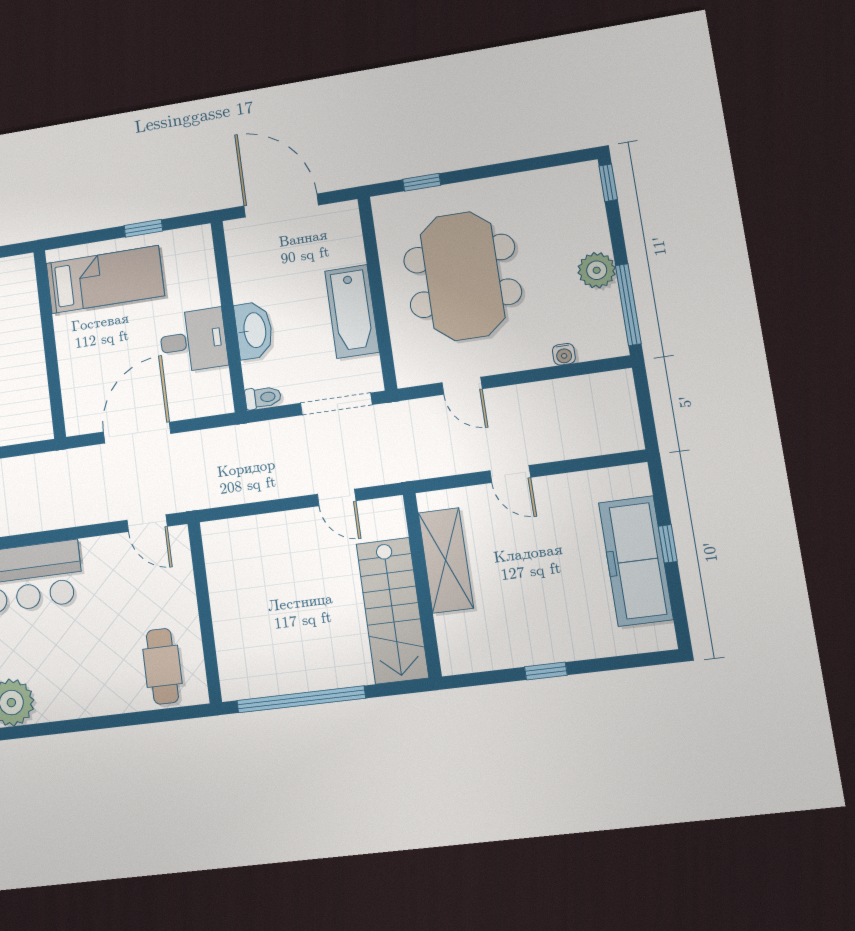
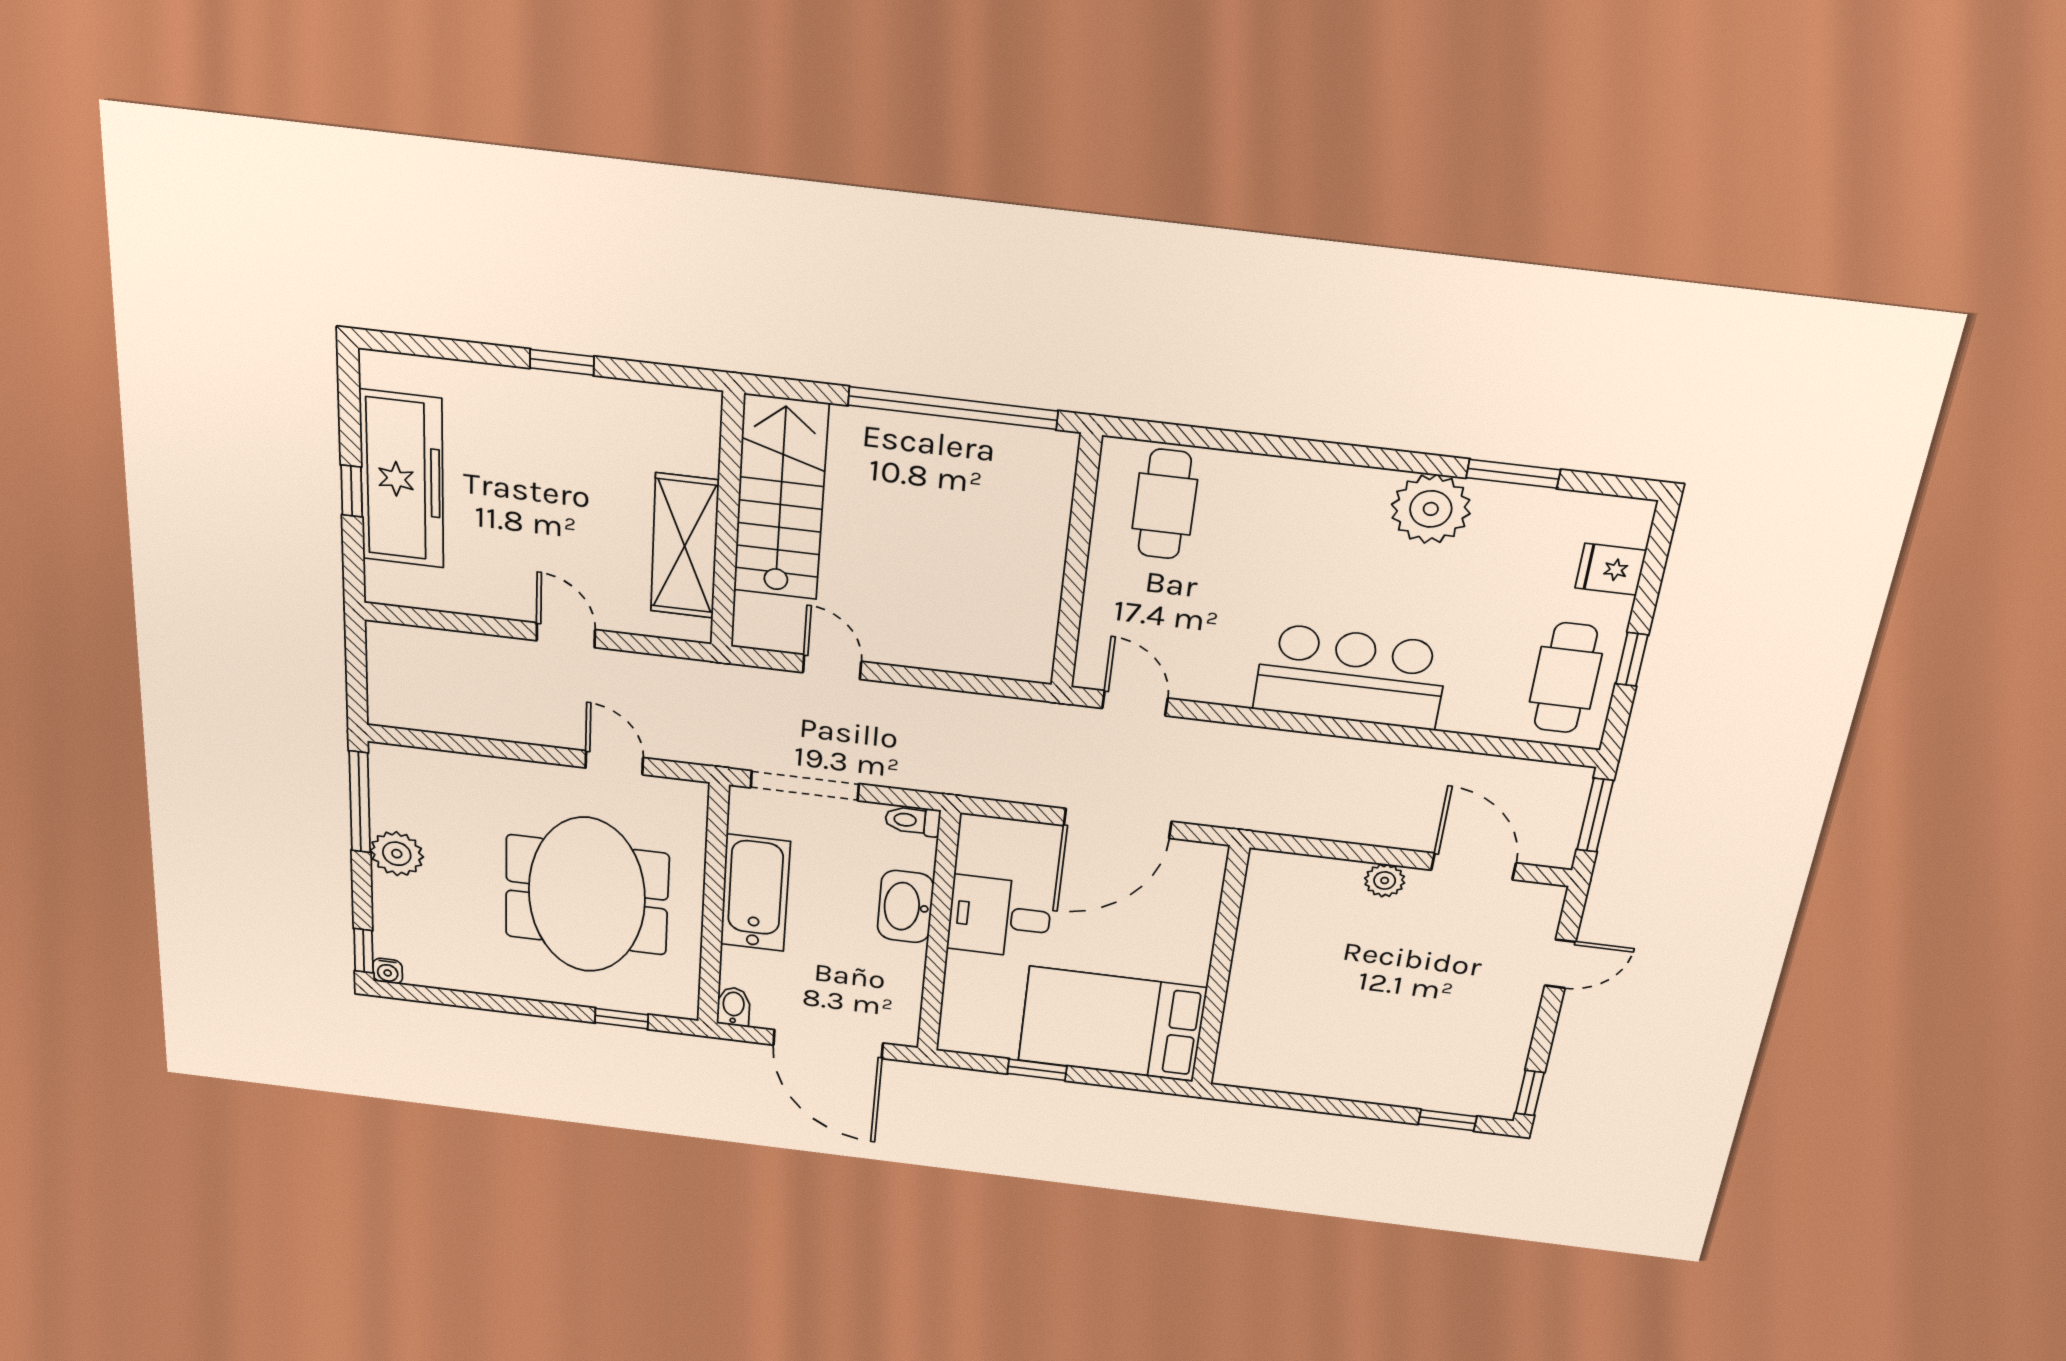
bidet: (349, 216) -> (733, 1007), added
bed: (105, 279) -> (1112, 1024), width x1.50
water cooler: (564, 354) -> (388, 971), moved, turned 180

